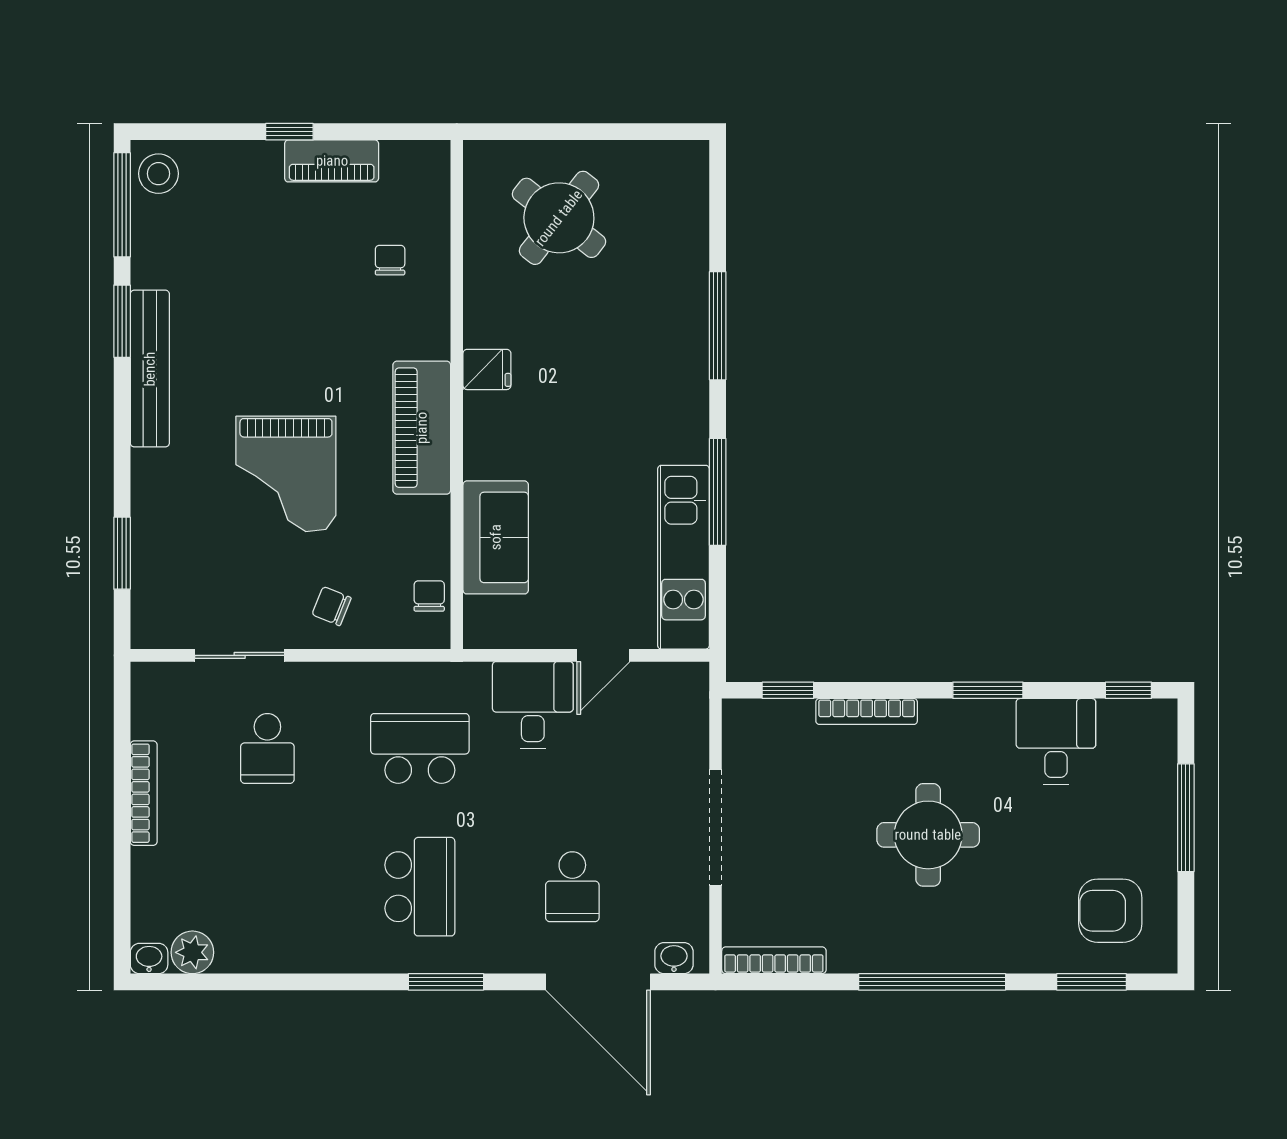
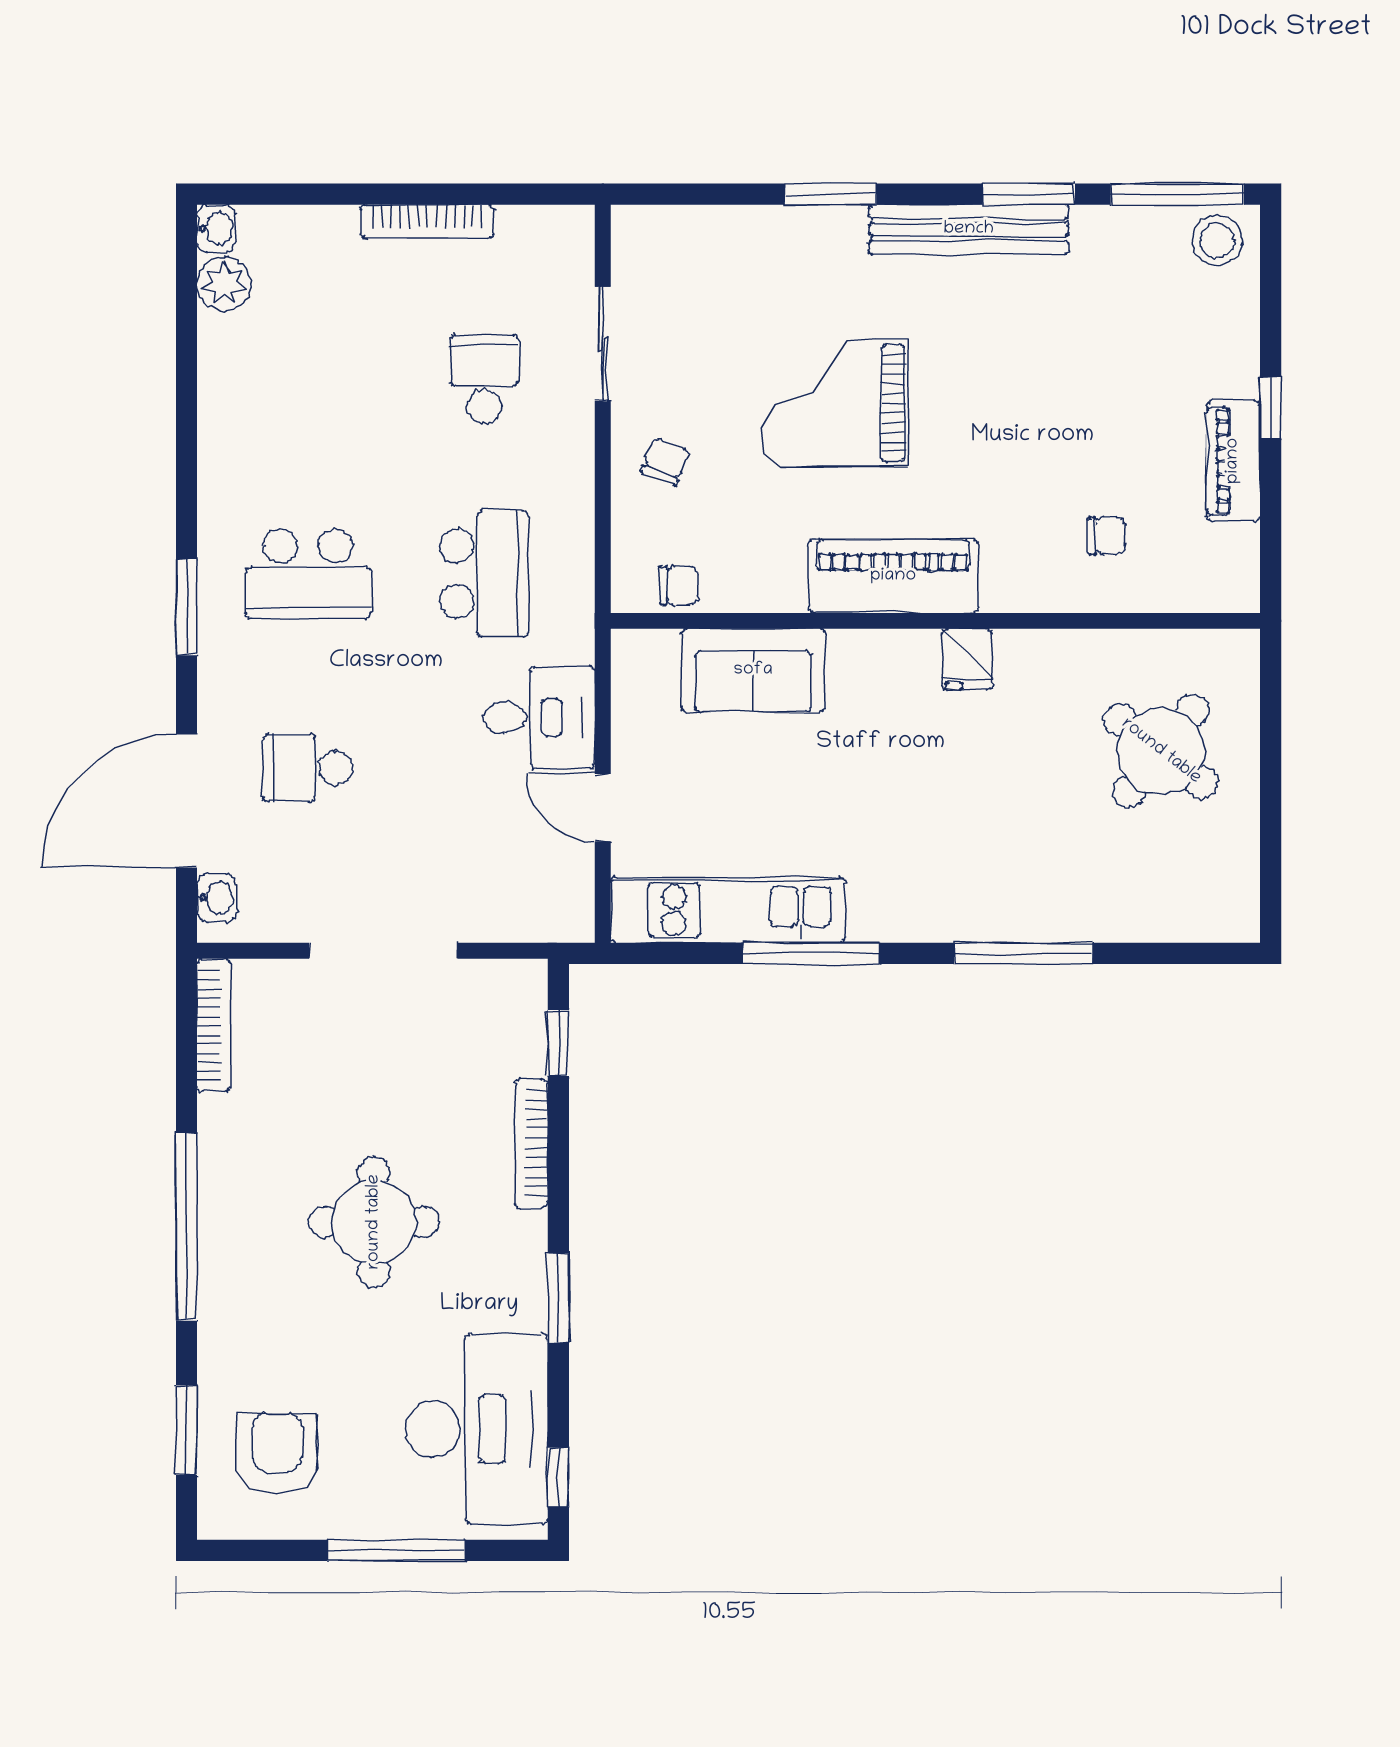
window: (122, 553) -> (830, 194), moved
desk: (1056, 741) -> (477, 1429), width x1.87, depth x1.30
school desk: (267, 748) -> (484, 379), turned 90

